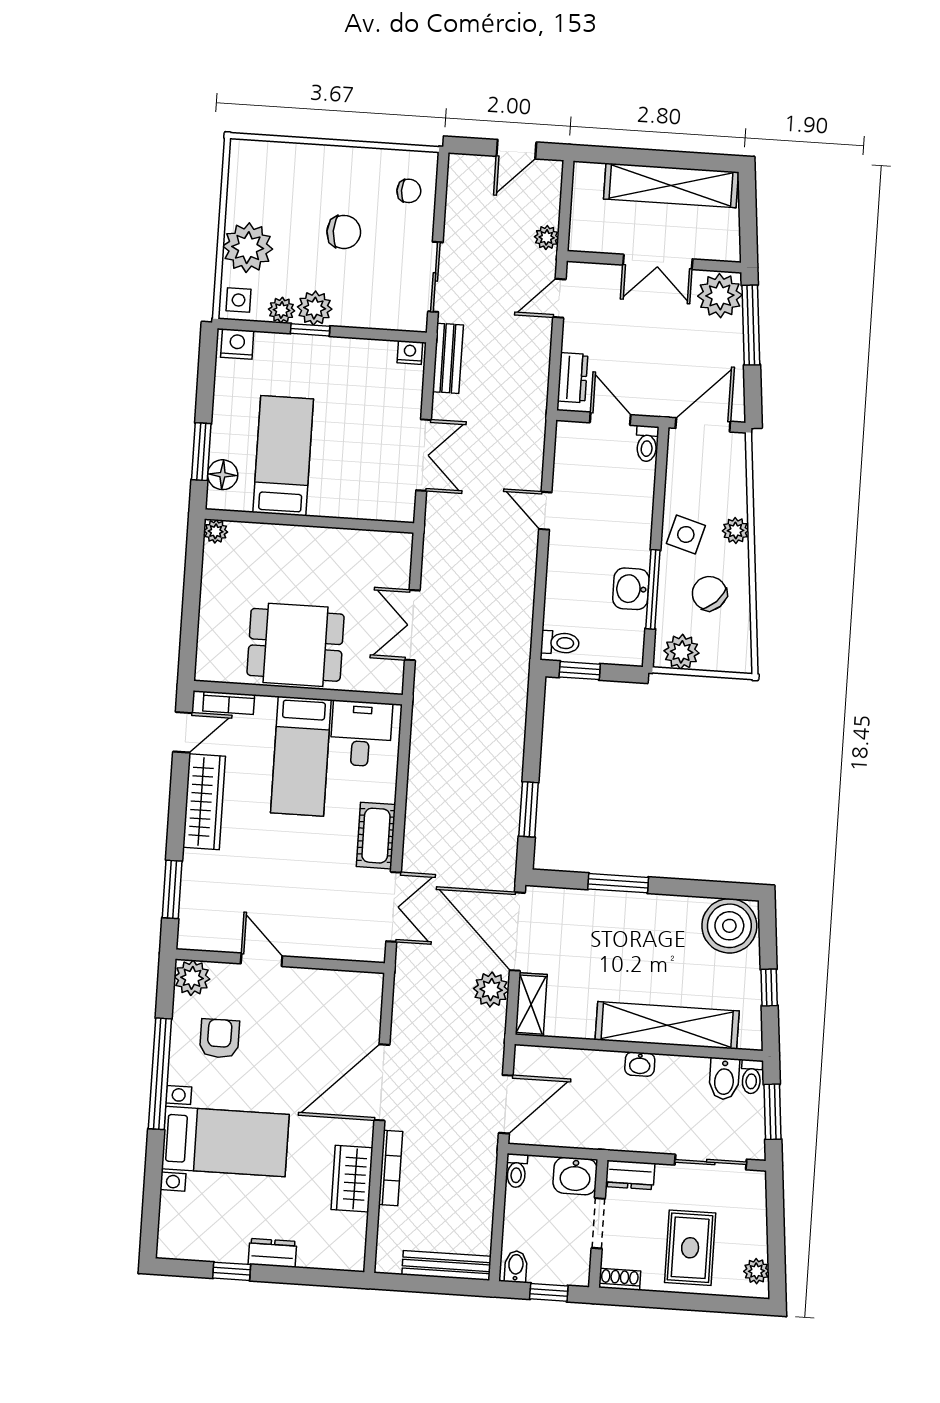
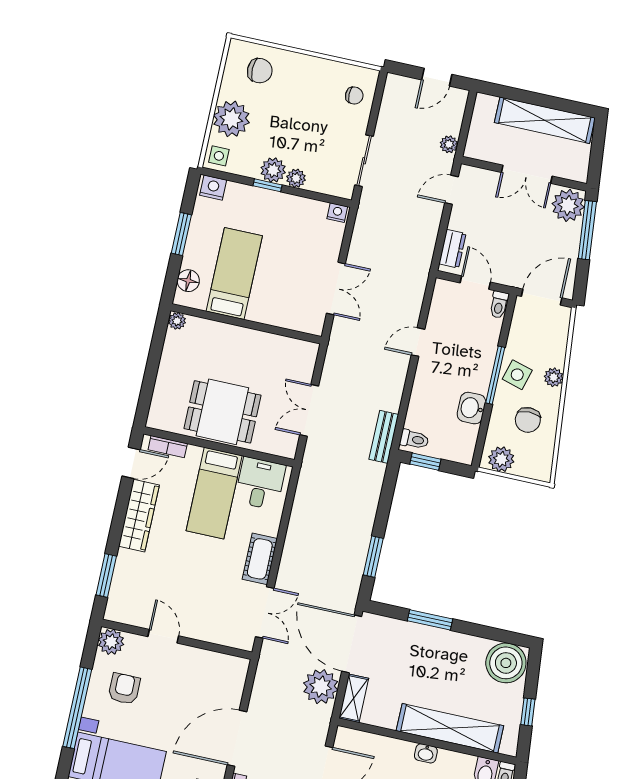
chair: (344, 232) -> (260, 71), moved
plant: (282, 310) -> (296, 178), moved
bench: (448, 358) -> (384, 437), moved
window: (201, 452) -> (181, 234), moved
door: (545, 511) -> (418, 342), hinge flipped
window: (653, 589) -> (495, 375), moved
chair: (709, 593) -> (528, 420), turned -136
plant: (491, 990) -> (321, 687), width x1.36, depth x1.36

